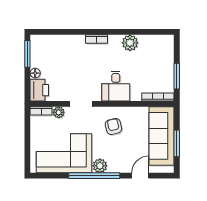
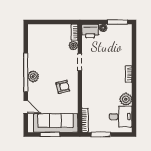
desk: (116, 86) -> (121, 117), moved, turned 180
corner sofa: (64, 153) -> (43, 50), removed

